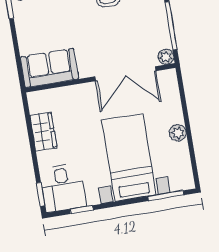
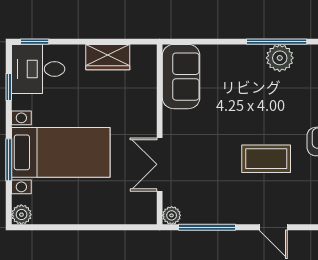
double door: (125, 74) -> (160, 164), width x0.73
plant: (178, 133) -> (21, 215), moved
window: (166, 196) -> (9, 160), moved

